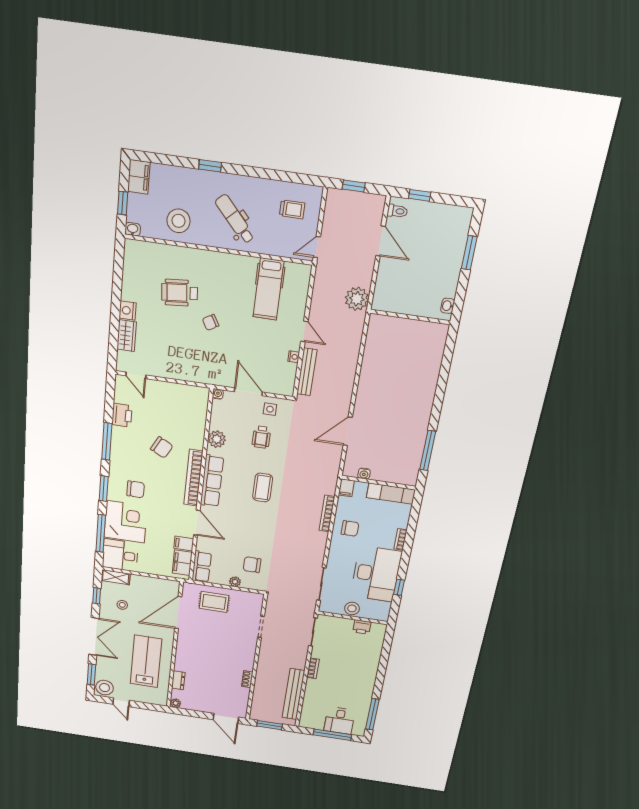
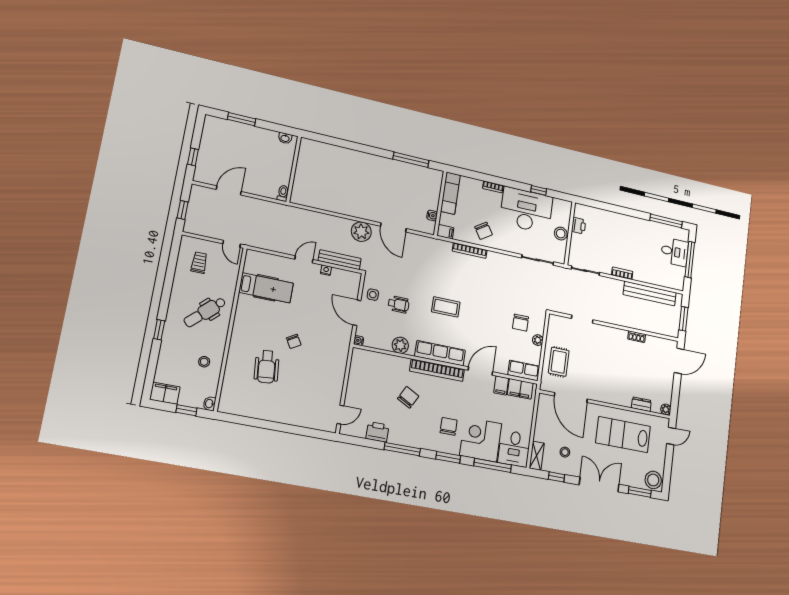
toilet: (397, 211) -> (283, 193), moved
stool: (178, 221) -> (204, 362), width x0.53, depth x0.53
plant: (357, 299) -> (361, 232), moved
nightstand: (128, 311) -> (281, 416), removed
wardrobe: (127, 336) -> (304, 419), removed
door: (248, 392) -> (357, 313), hinge flipped
chair: (350, 528) -> (483, 231), turned 147
door: (121, 702) -> (671, 436), moved

